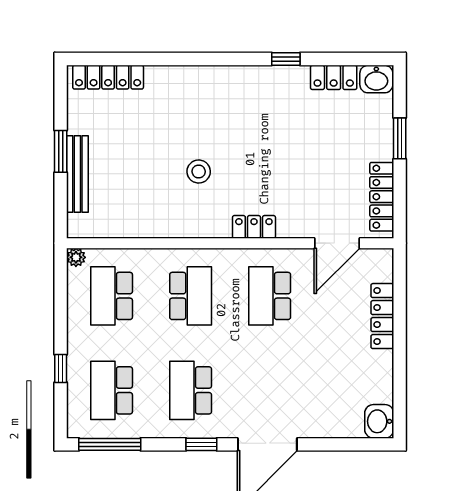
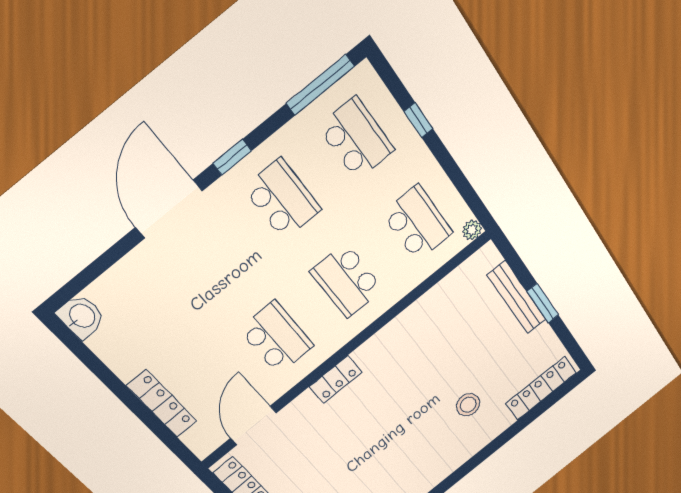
stool: (199, 172) -> (468, 405), moved

